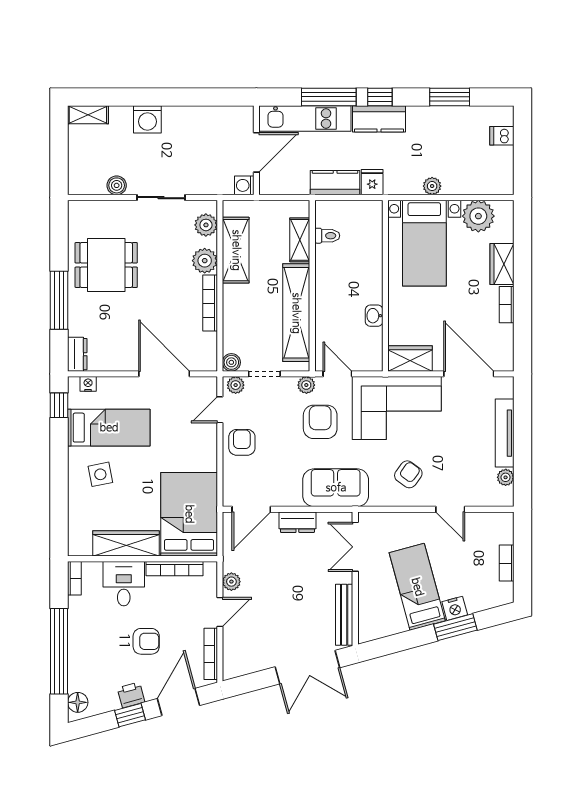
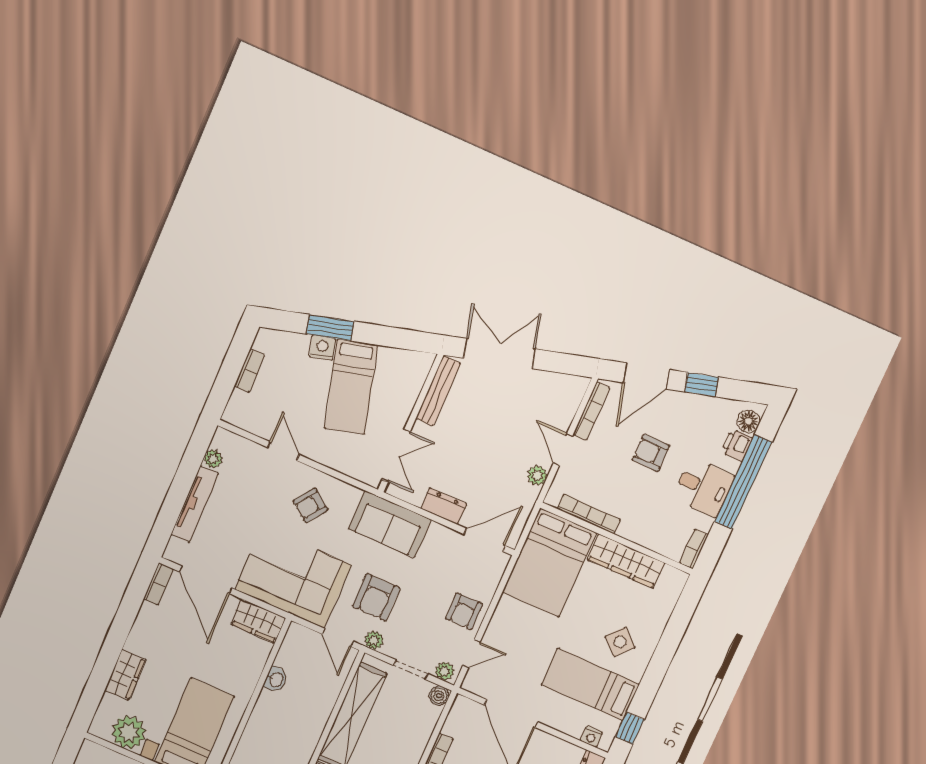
bookcase: (507, 305) -> (158, 584), moved
side table: (100, 474) -> (620, 642), turned -37
desk: (124, 584) -> (703, 487), moved, turned -90
door: (220, 612) -> (563, 450), hinge flipped
printer: (131, 695) -> (737, 445), moved, turned 105

